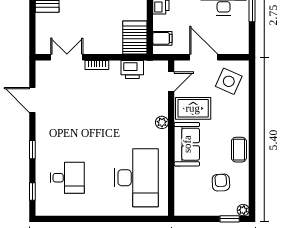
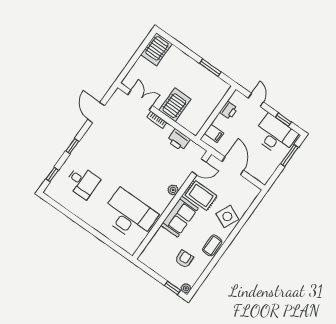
server rack: (135, 38) -> (175, 105), moved
side table: (229, 81) -> (227, 216), moved
desk: (136, 178) -> (129, 215), turned -90

